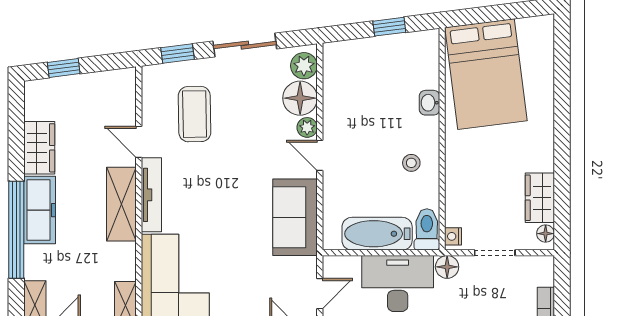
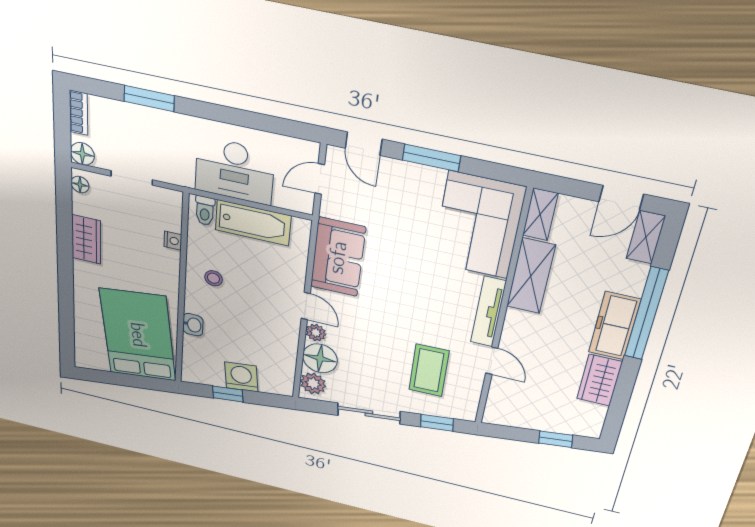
washing machine: (377, 52) -> (241, 377), added
wardrobe: (540, 198) -> (86, 239), moved
shelving: (121, 204) -> (531, 276), moved
toilet: (427, 229) -> (205, 211), width x0.73, depth x0.72
nightstand: (453, 236) -> (173, 241), moved
floor lamp: (447, 267) -> (82, 154), moved

